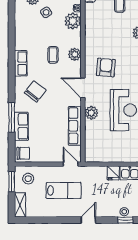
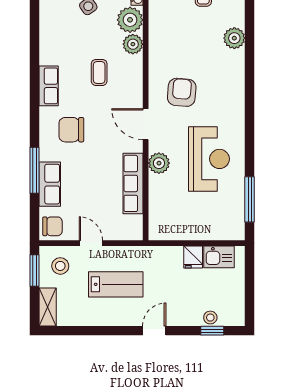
plant: (75, 54) -> (133, 44), moved
chair: (35, 91) -> (71, 130), turned -128
door: (71, 164) -> (91, 243), moved

